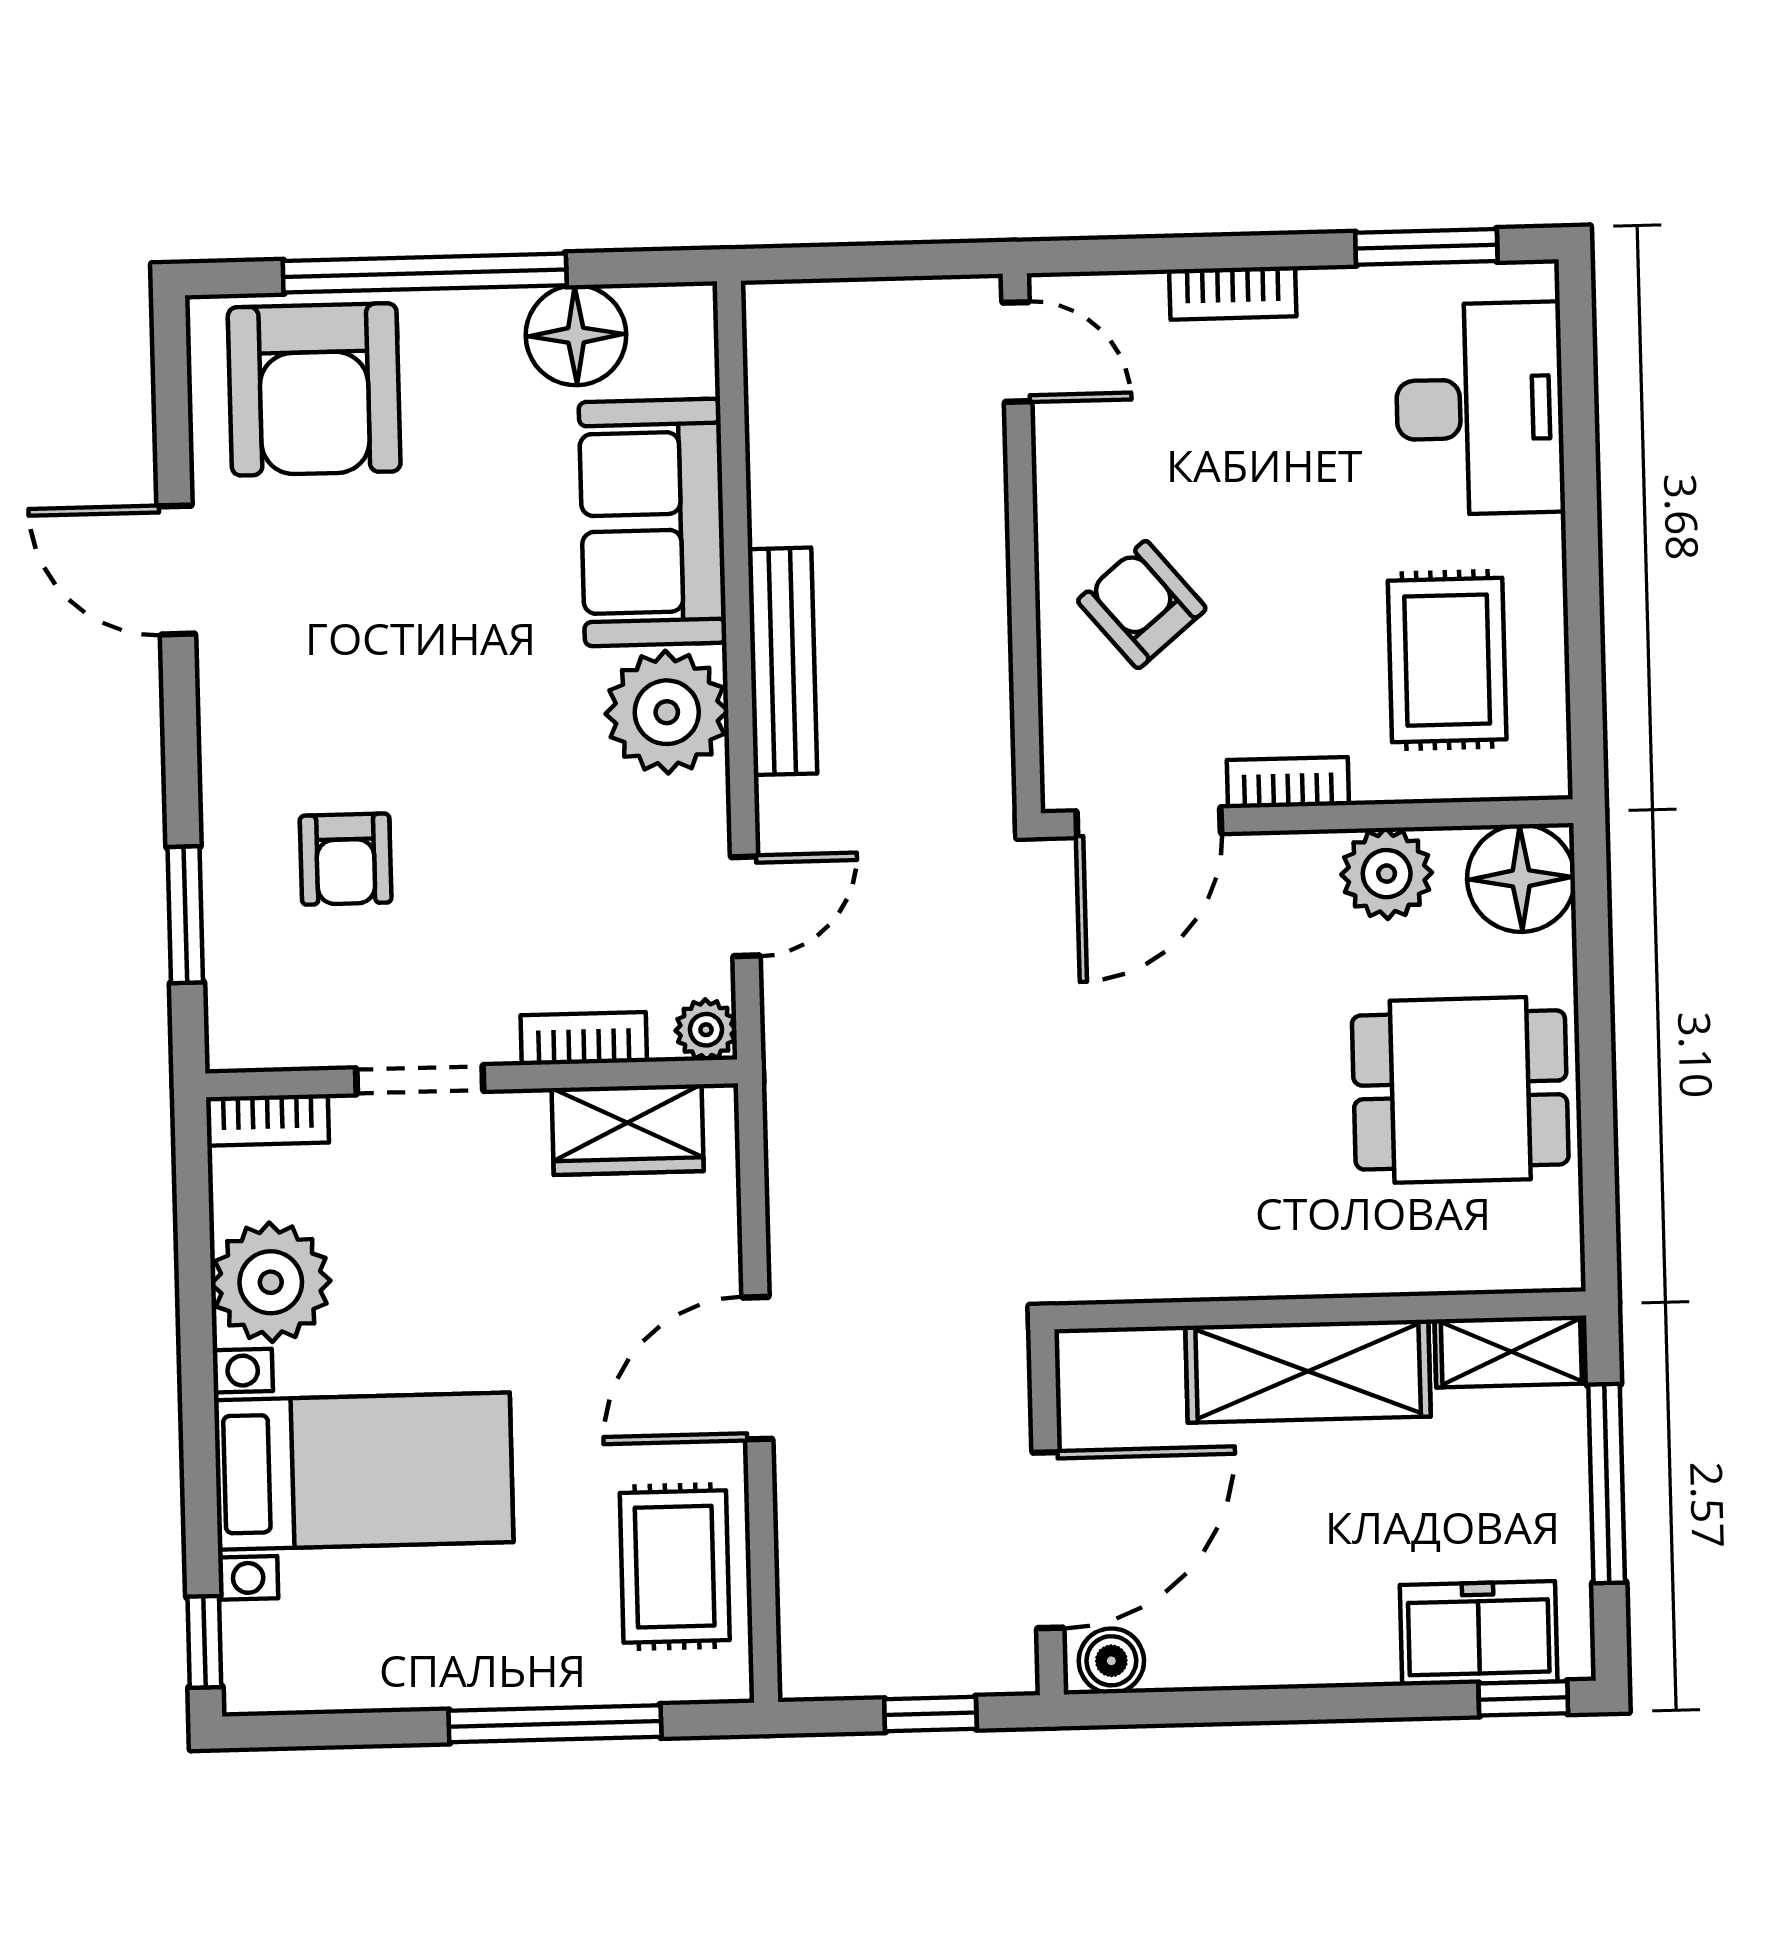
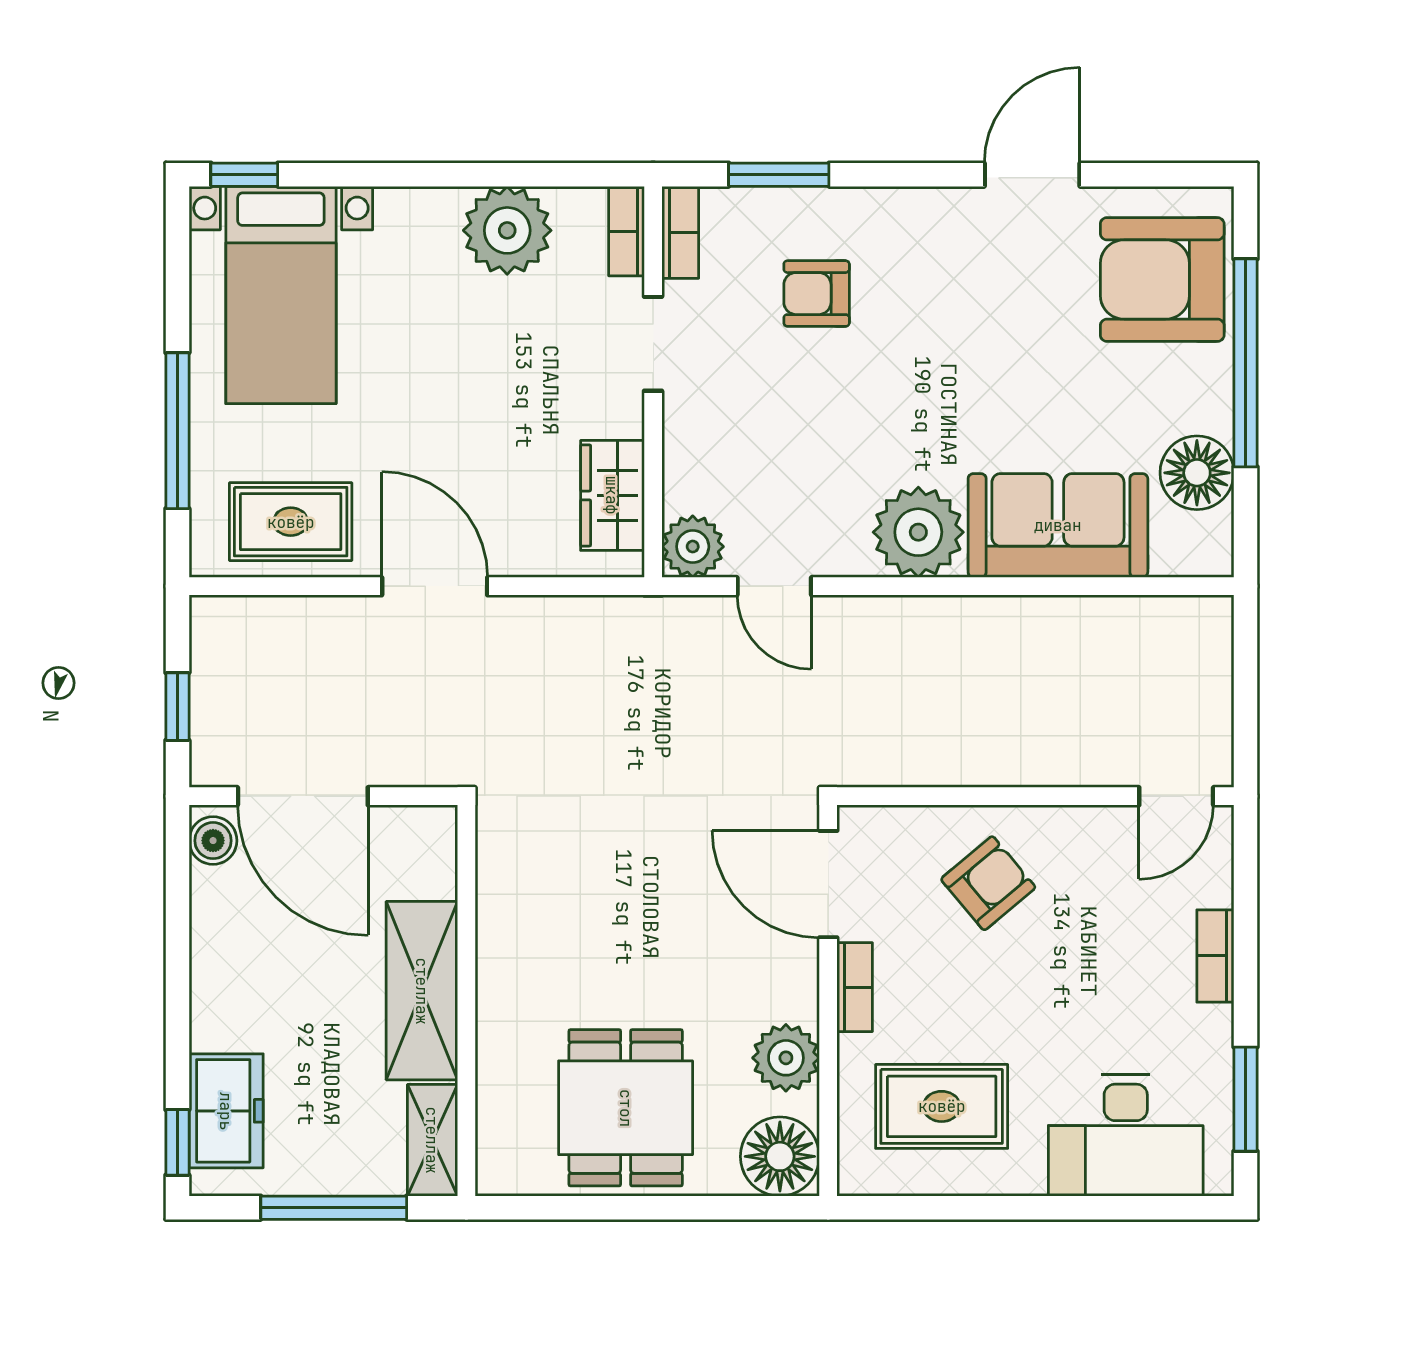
bench: (782, 661) -> (953, 618), removed
plant: (706, 1030) -> (693, 547), width x1.38, depth x1.38
bookcase: (584, 1038) -> (680, 232), moved
bed with nightstands: (364, 1471) -> (281, 295), moved

